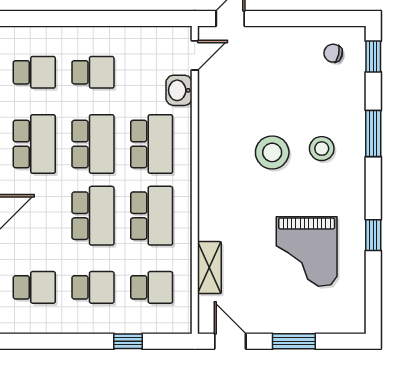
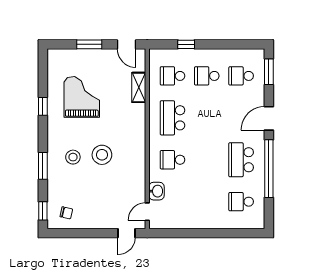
school desk: (93, 72) -> (207, 202), removed
school desk: (93, 144) -> (207, 160), removed
school desk: (152, 144) -> (172, 160), width x0.54
school desk: (93, 216) -> (207, 118), removed

